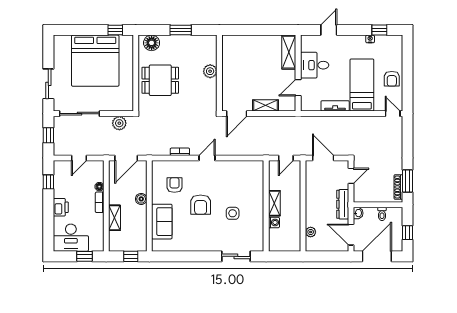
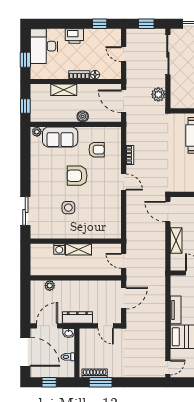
plant: (157, 245) -> (37, 132), added

